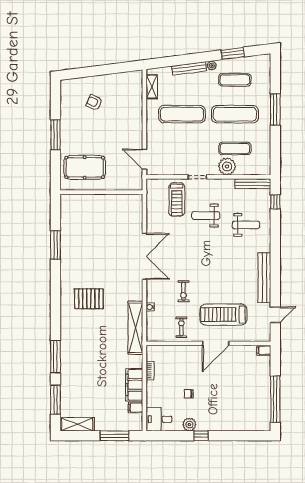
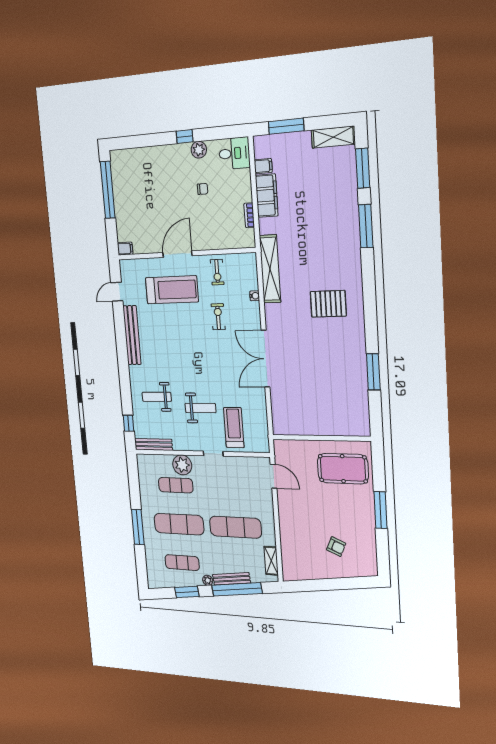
window: (185, 60) -> (237, 589), added

